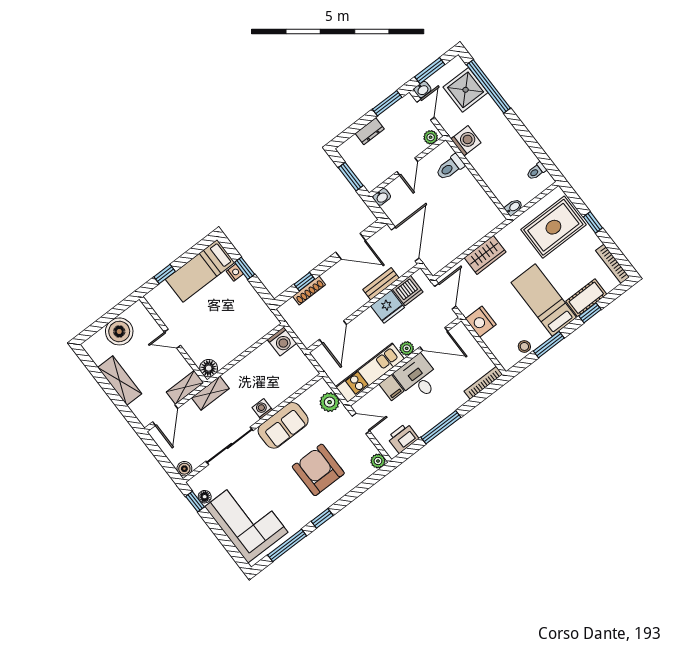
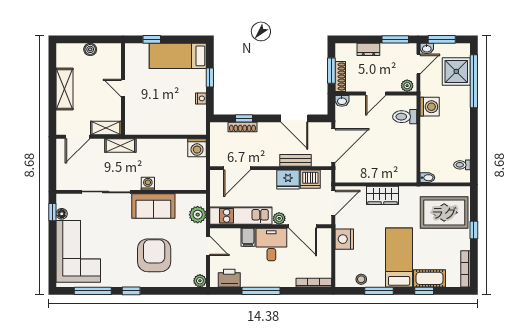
shoe rack: (363, 176) -> (340, 77), added
nightstand: (235, 273) -> (201, 98), moved
boiler: (119, 331) -> (90, 49), width x0.54, depth x0.54
floor lamp: (209, 368) -> (132, 127), removed
boiler: (184, 469) -> (63, 184), removed

